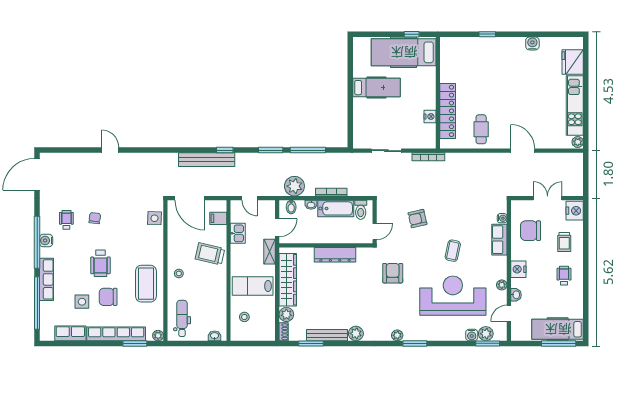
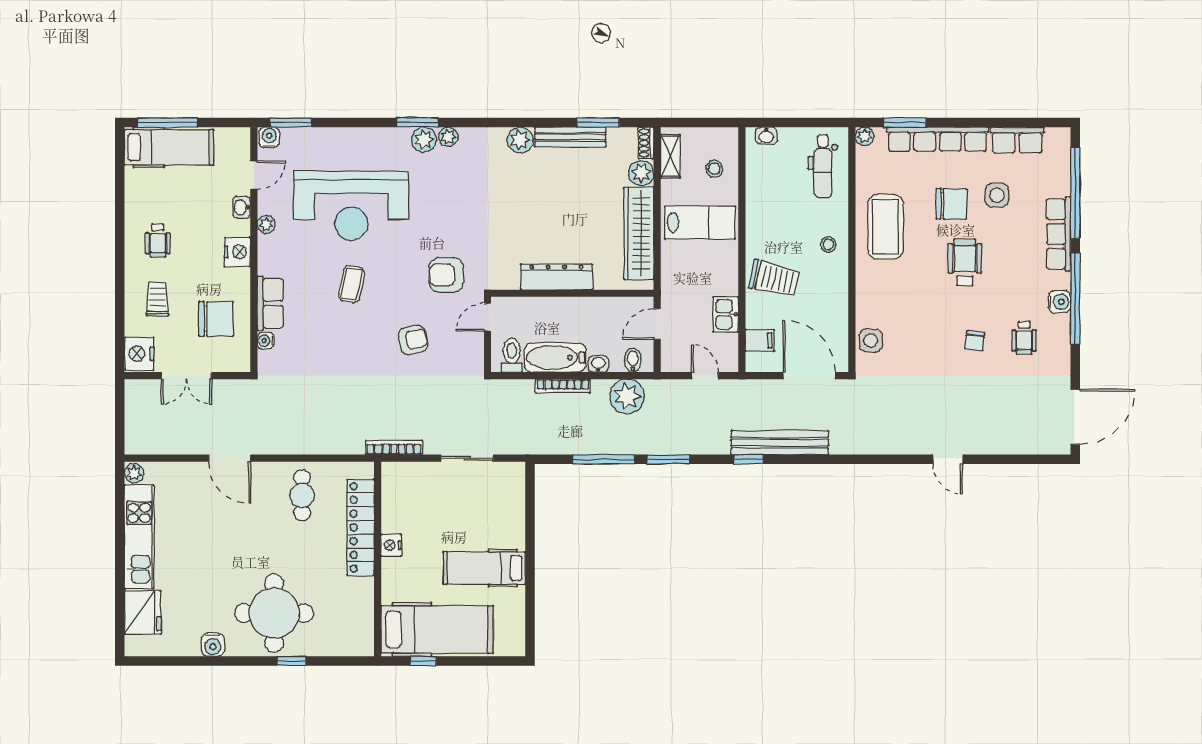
round table: (497, 62) -> (274, 613), added
nightstand: (430, 117) -> (391, 545), moved
shelving: (270, 252) -> (670, 156), moved
armchair: (393, 273) -> (446, 275), moved, turned 90
plant: (486, 334) -> (424, 140), moved
water cooler: (472, 335) -> (269, 137), moved

